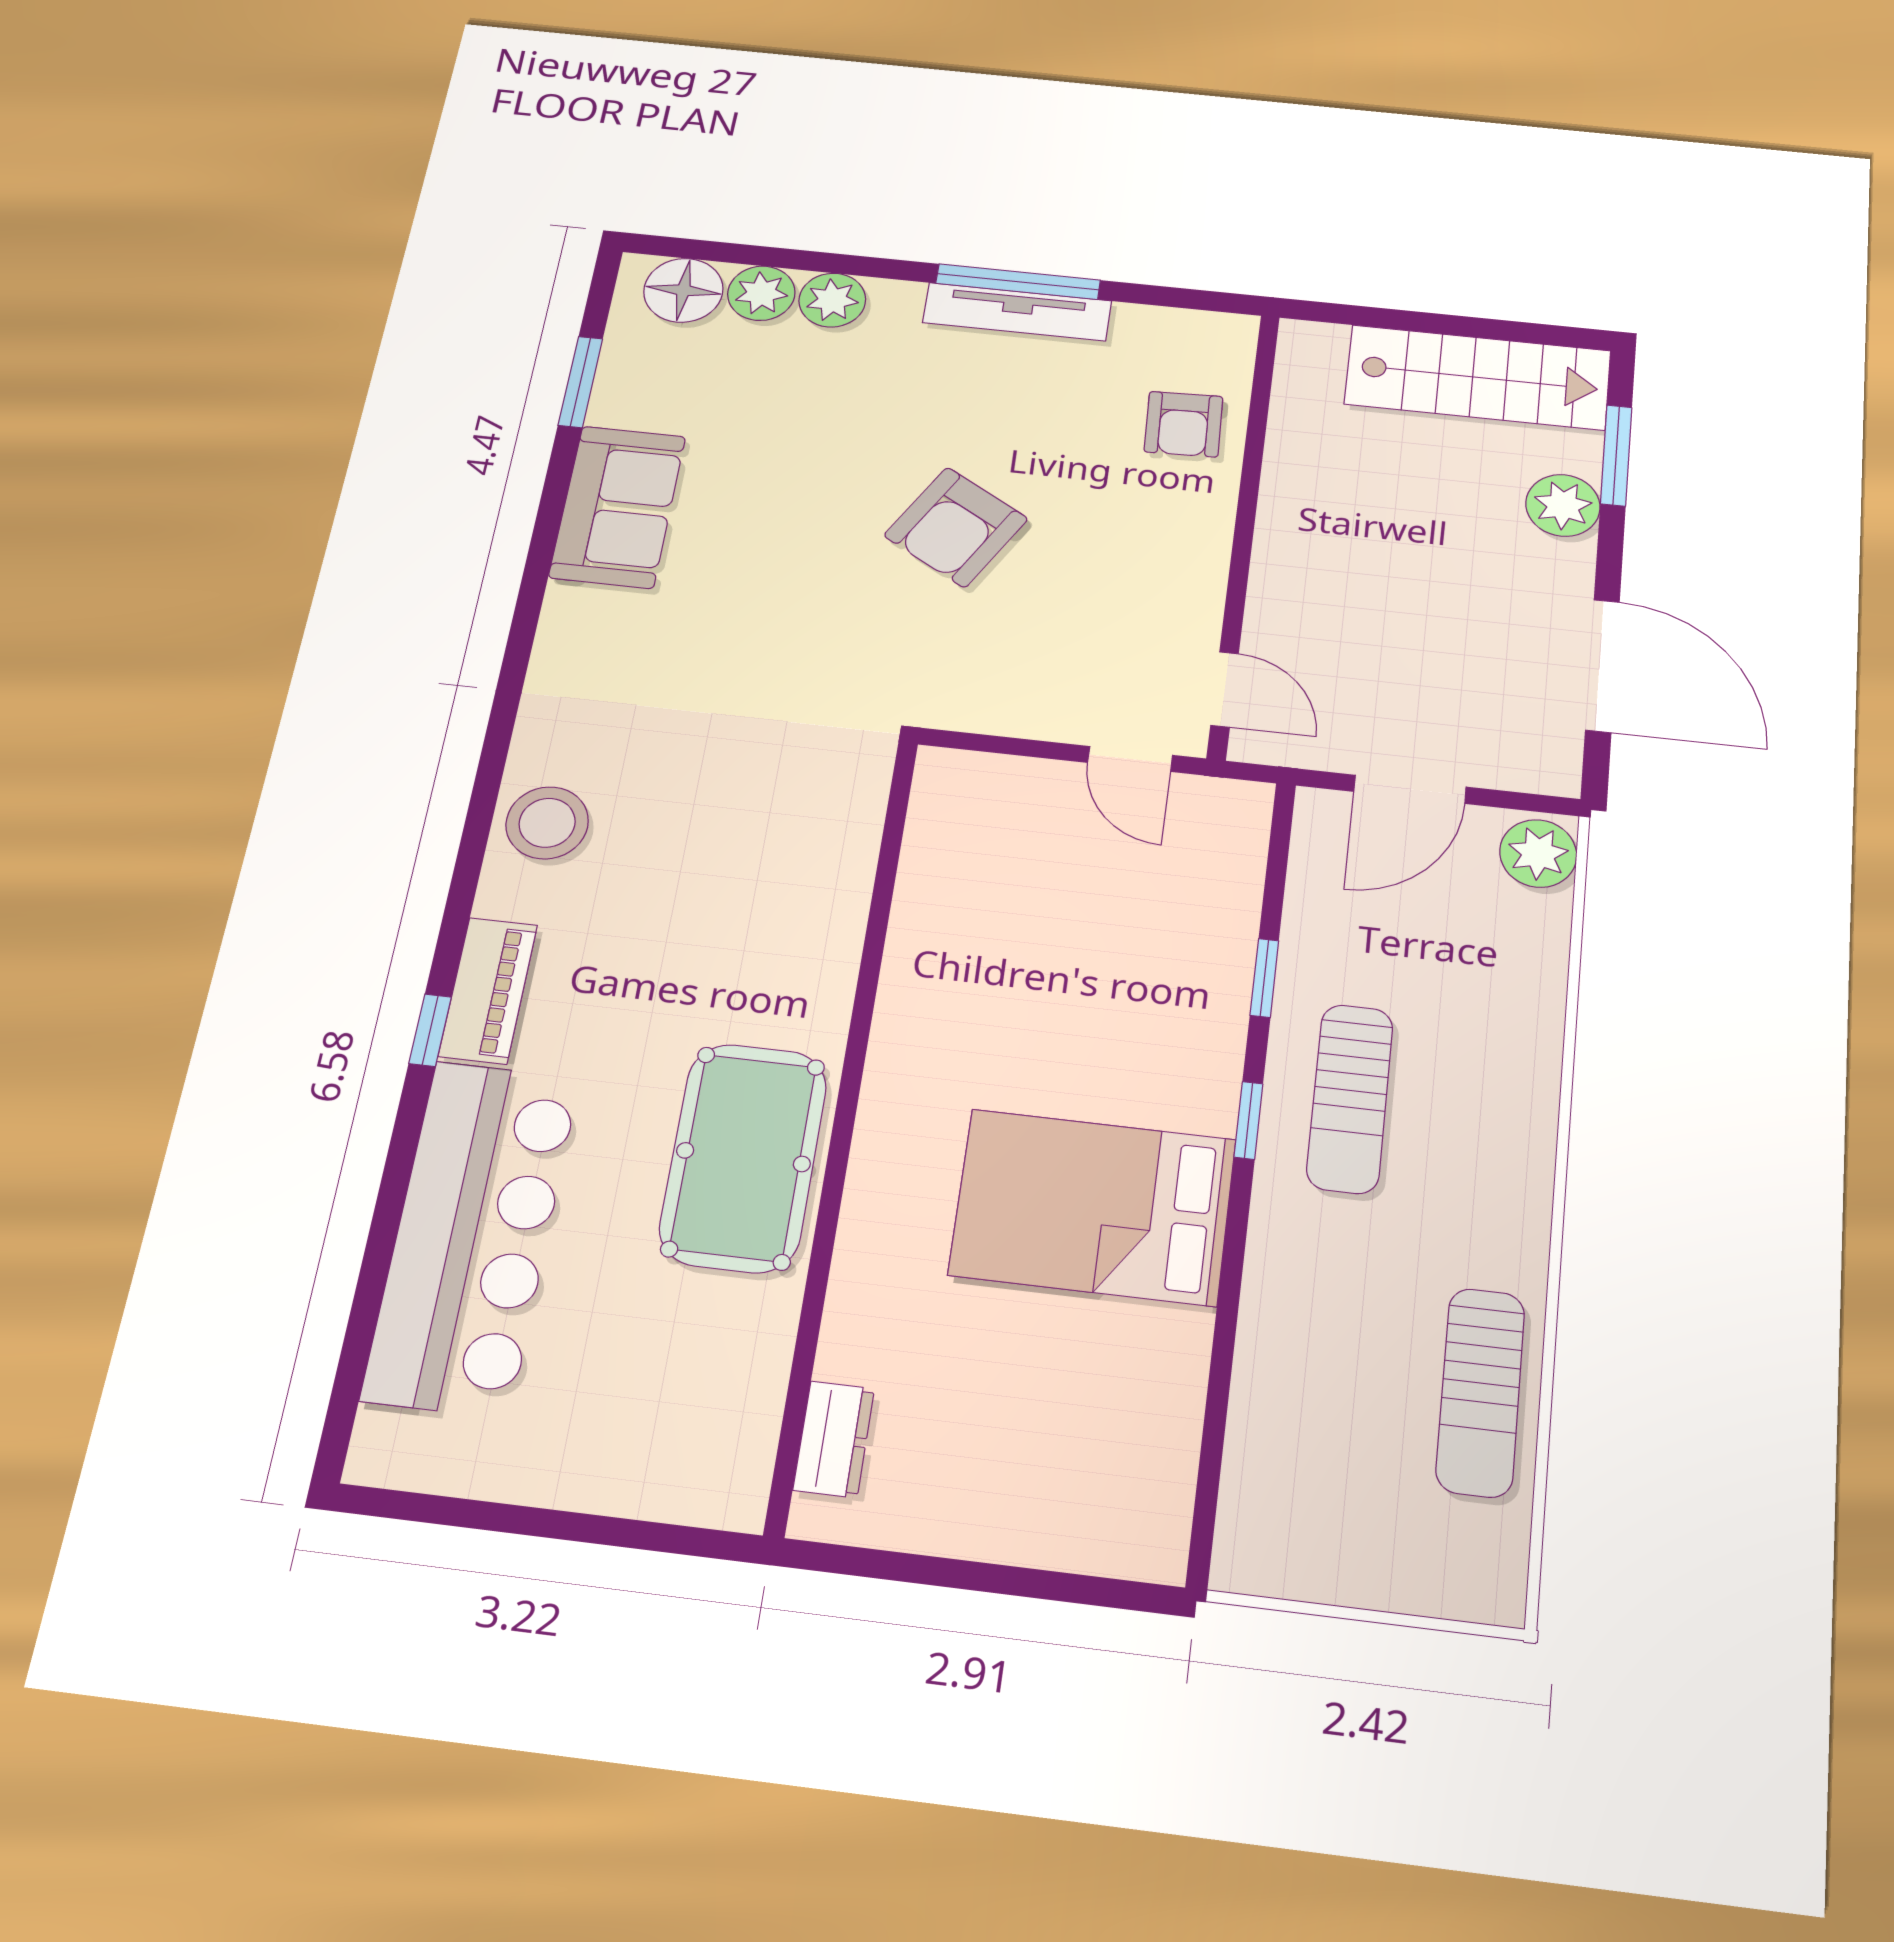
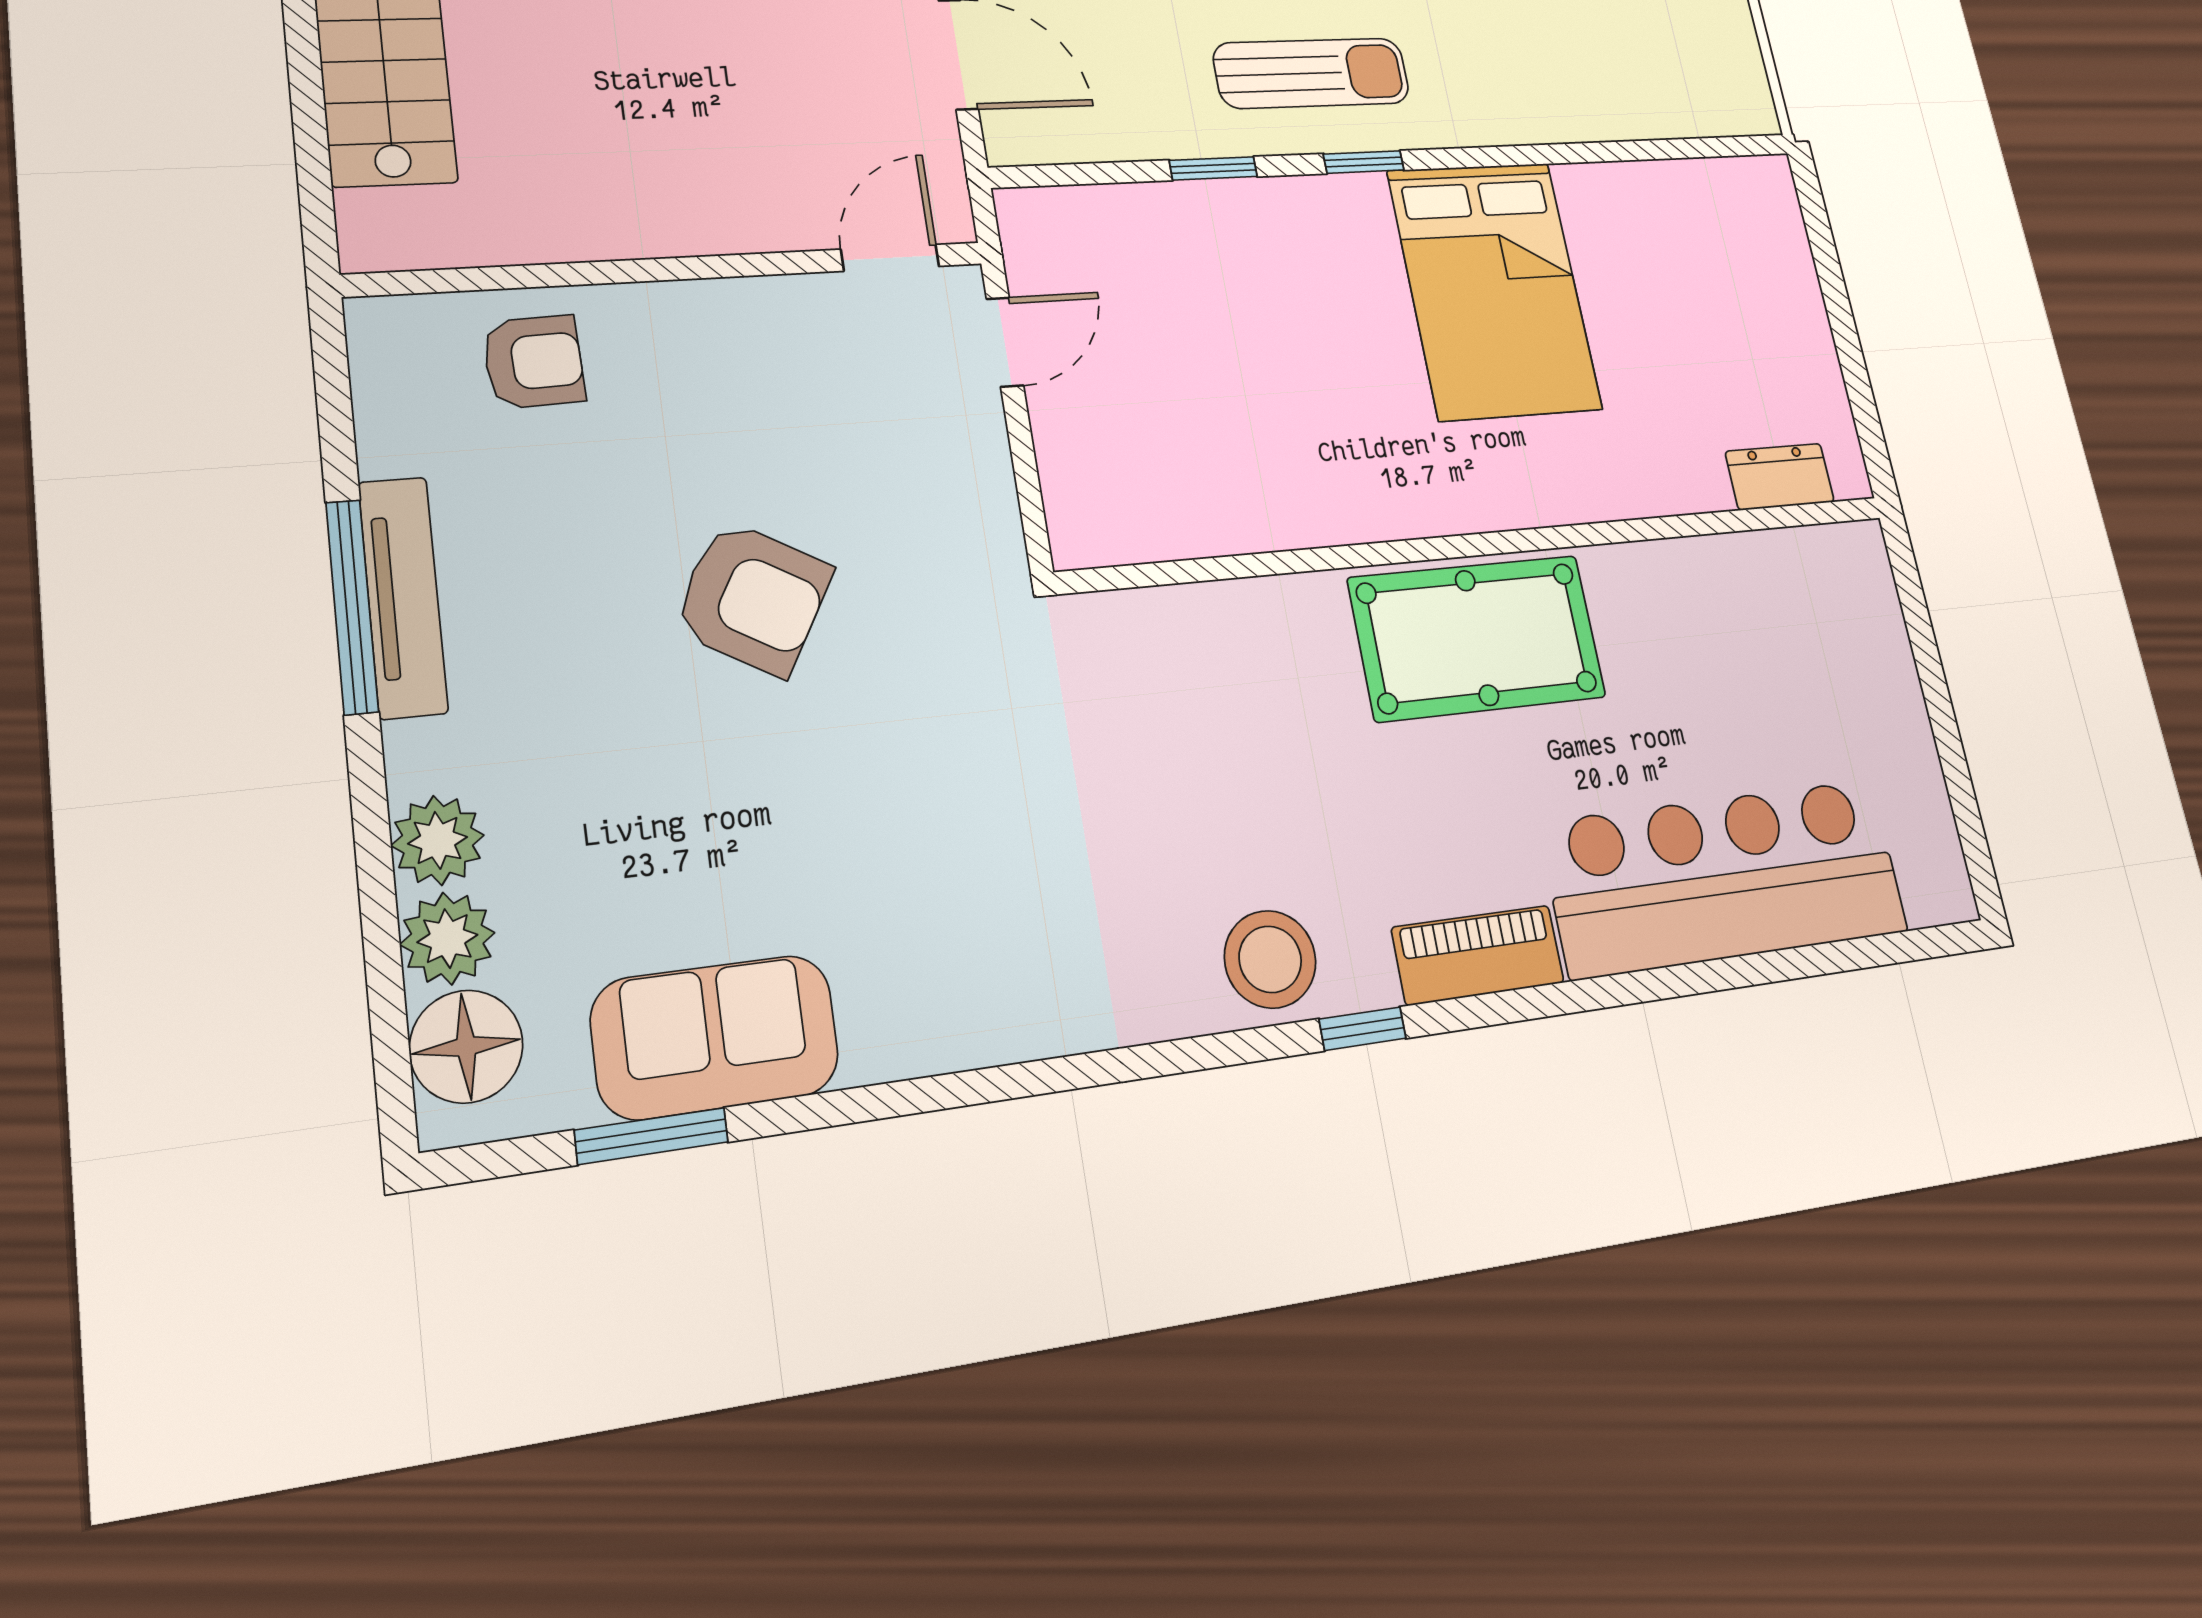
sofa: (618, 507) -> (715, 1037), moved
window: (430, 1030) -> (1362, 1029), moved
pool table: (743, 1157) -> (1477, 638), moved

